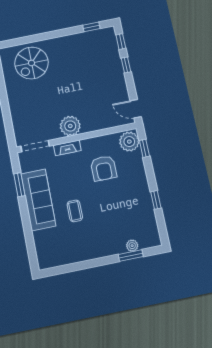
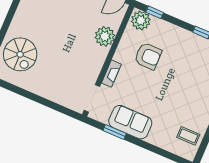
plant: (70, 126) -> (105, 36), moved
sofa: (38, 200) -> (130, 122), width x0.73
coffee table: (75, 211) -> (188, 136), moved

